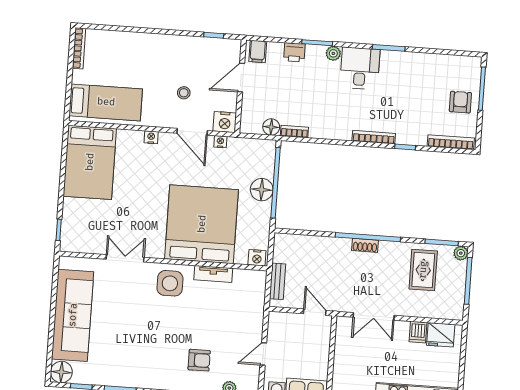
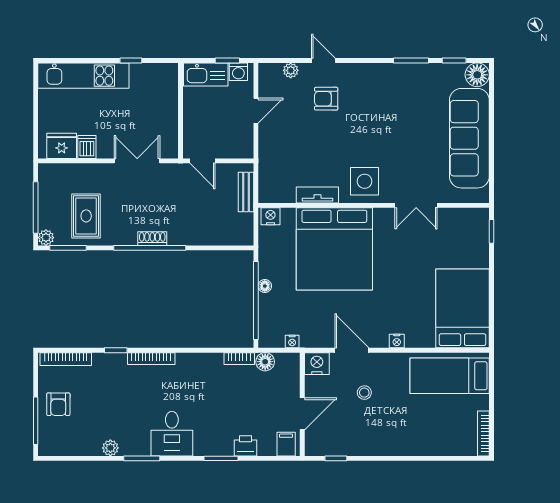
plant: (333, 53) -> (110, 448), moved
nightstand: (220, 142) -> (292, 341), moved
floor lamp: (262, 190) -> (265, 286), width x0.53, depth x0.53

